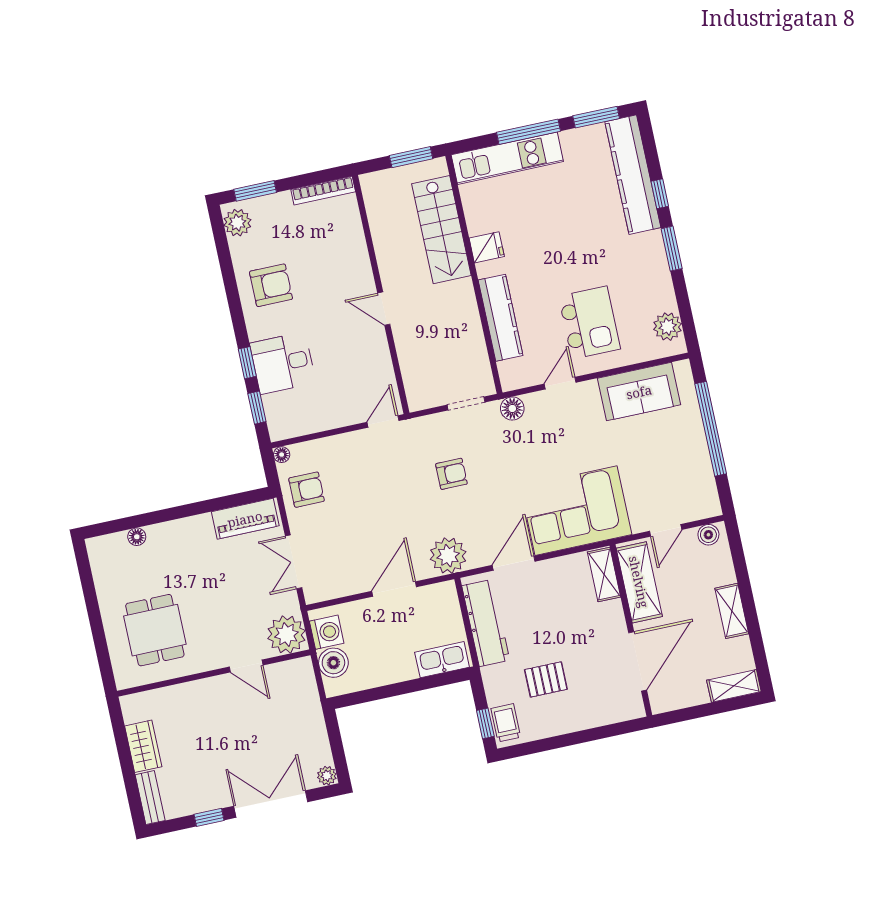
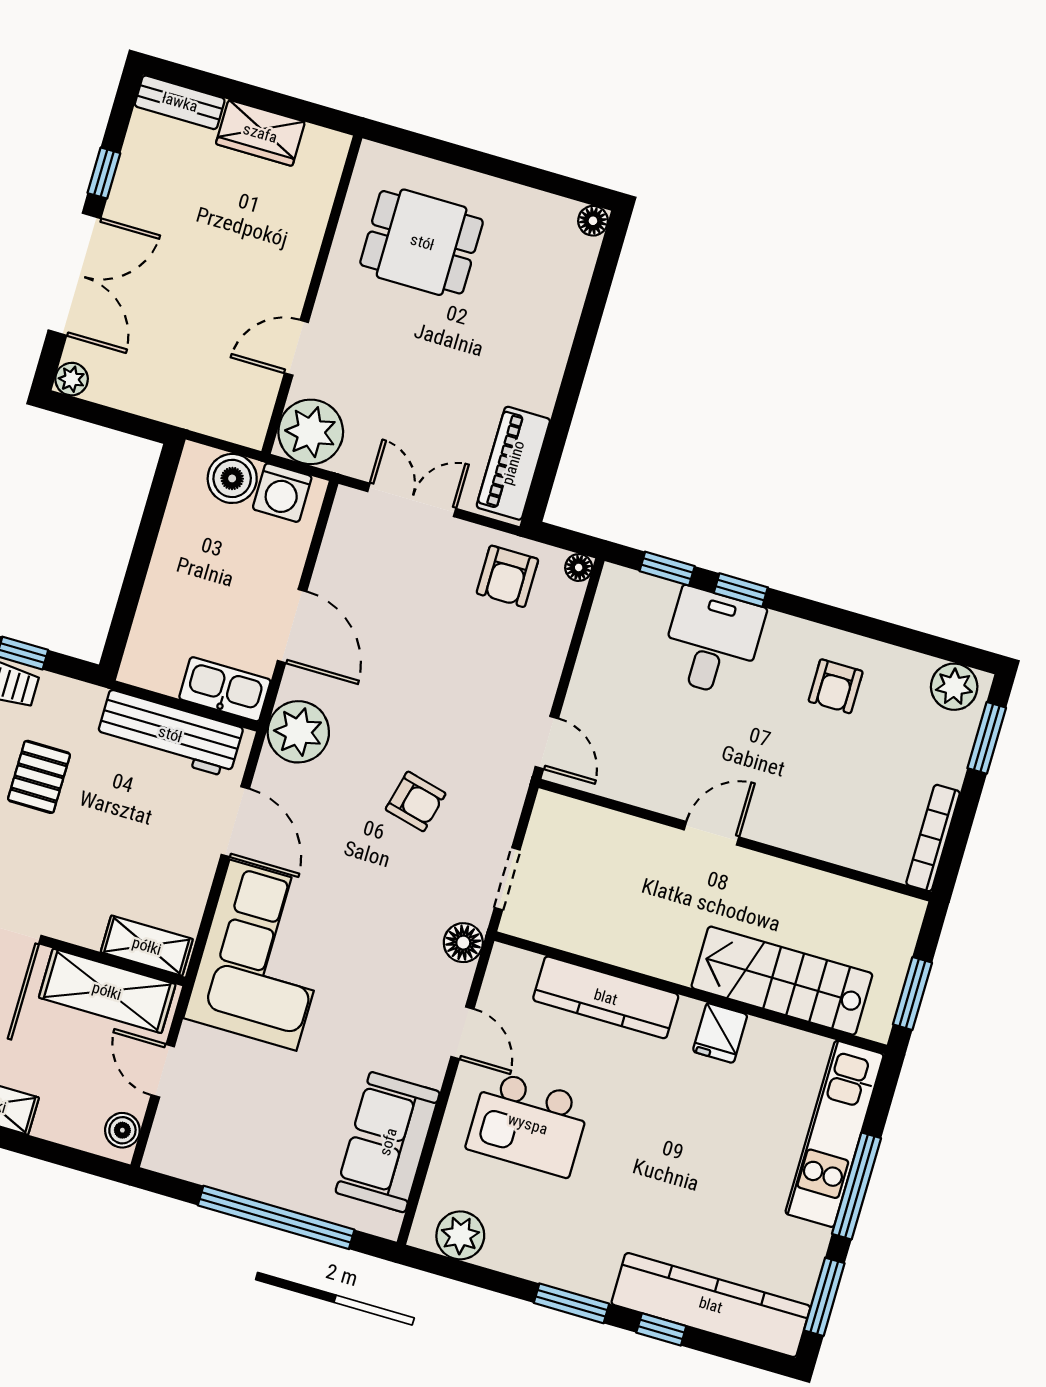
armchair: (271, 285) -> (836, 686), width x0.72, depth x0.72
armchair: (451, 474) -> (416, 801), turned -76
floor lamp: (137, 537) -> (593, 221), moved
kitchen sink: (442, 660) -> (225, 689), moved, turned -90

